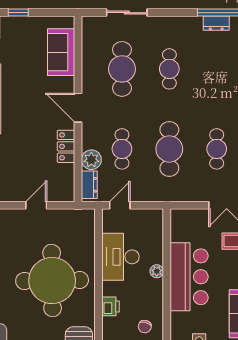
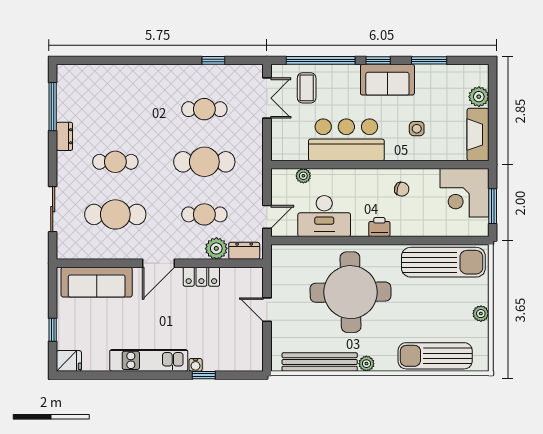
dresser: (216, 23) -> (64, 136), moved
sofa: (61, 52) -> (97, 282), width x1.36
door: (120, 205) -> (267, 217), swing flipped
plant: (157, 271) -> (303, 176), moved

